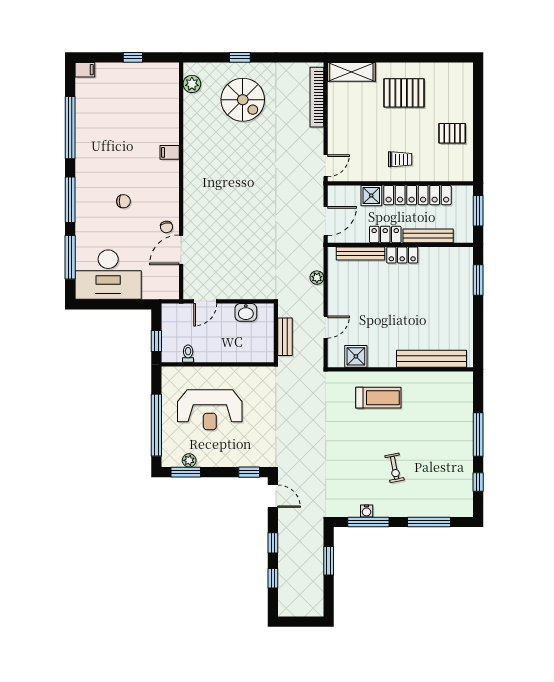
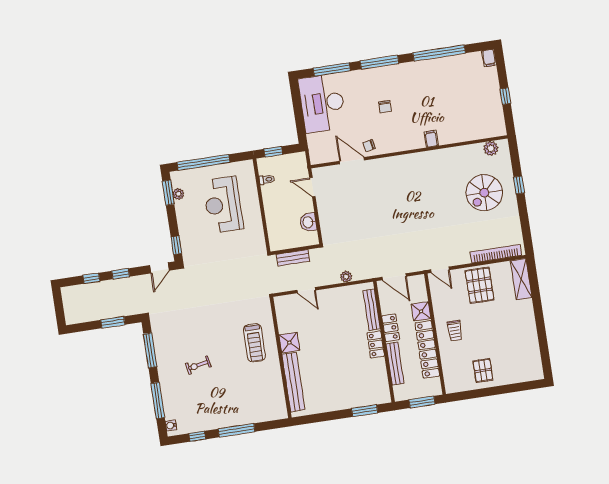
pallet: (404, 93) -> (480, 285), moved
shower: (356, 356) -> (289, 343), moved
water cooler: (367, 511) -> (171, 425), moved

